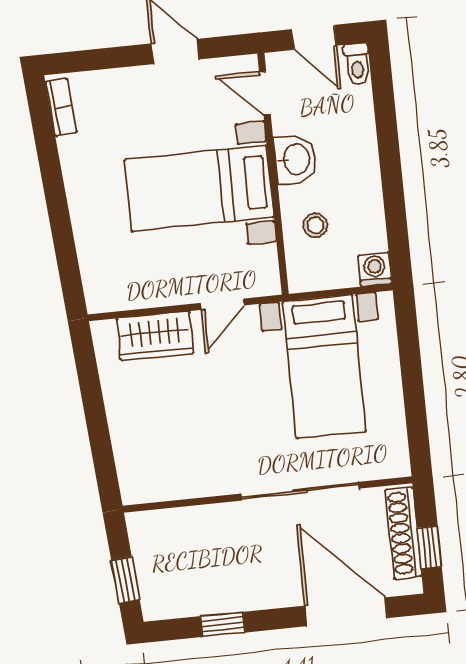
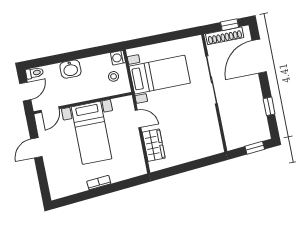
bookcase: (61, 107) -> (99, 183), moved
washbasin: (295, 159) -> (70, 69), moved, turned 180
stool: (315, 225) -> (114, 76), moved

